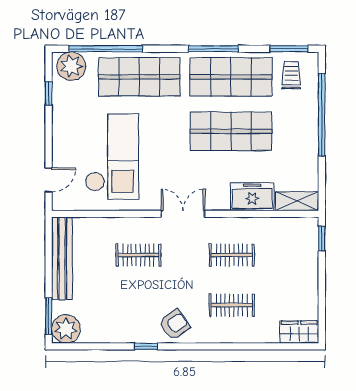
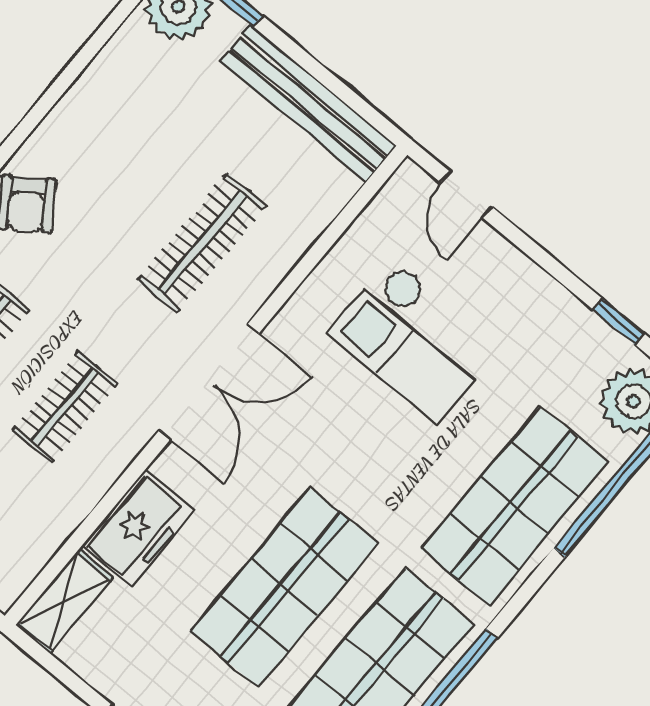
checkout: (112, 157) -> (414, 340), width x0.73, depth x0.83
double door: (183, 214) -> (209, 382), width x1.37
clothes rail: (138, 255) -> (202, 243), width x1.36
window: (146, 346) -> (30, 122), removed

